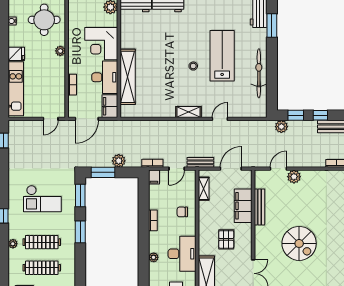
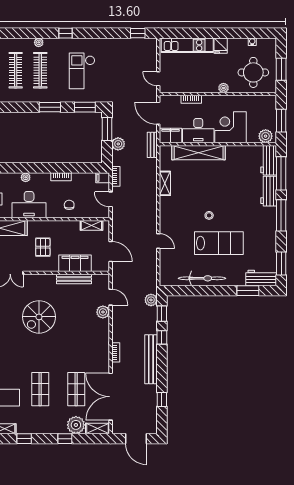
shelving: (188, 112) -> (165, 183), moved
bench: (200, 162) -> (152, 145), moved
pallet: (226, 239) -> (43, 247), turned 90

